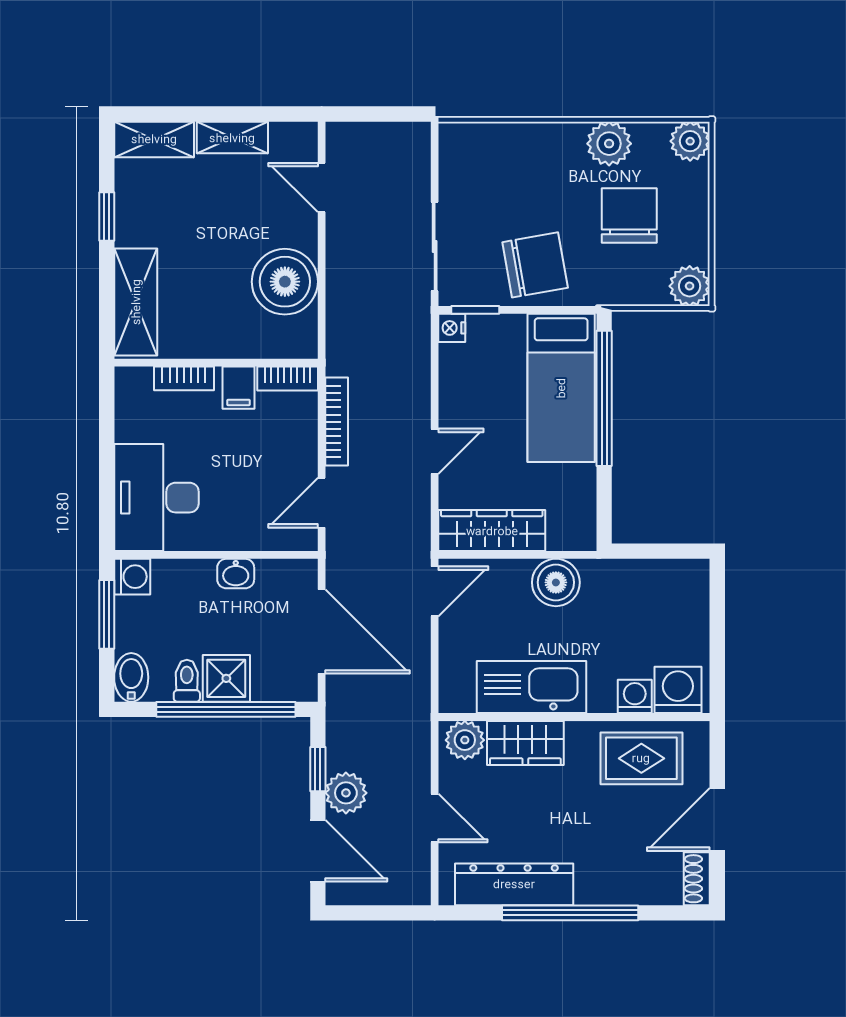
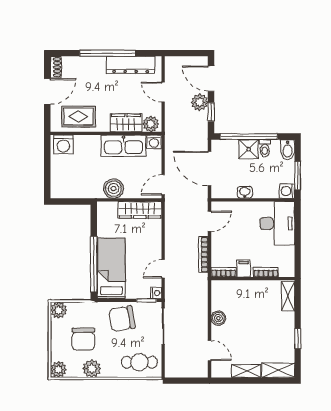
cafe table: (493, 159) -> (139, 362), added
boiler: (285, 282) -> (218, 318), width x0.54, depth x0.54
shelving: (136, 302) -> (288, 296), width x0.67, depth x0.75
door: (435, 451) -> (163, 269), moved
washing machine: (635, 696) -> (154, 142), moved

